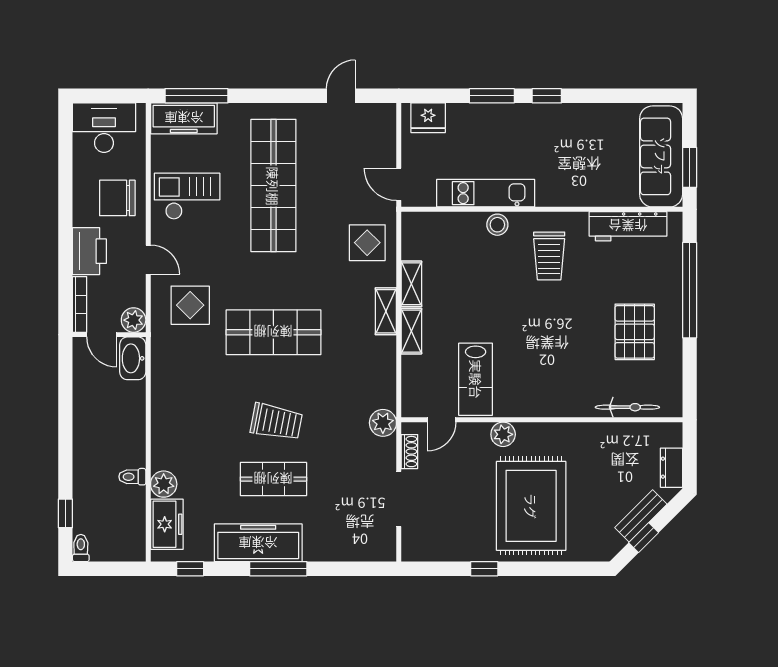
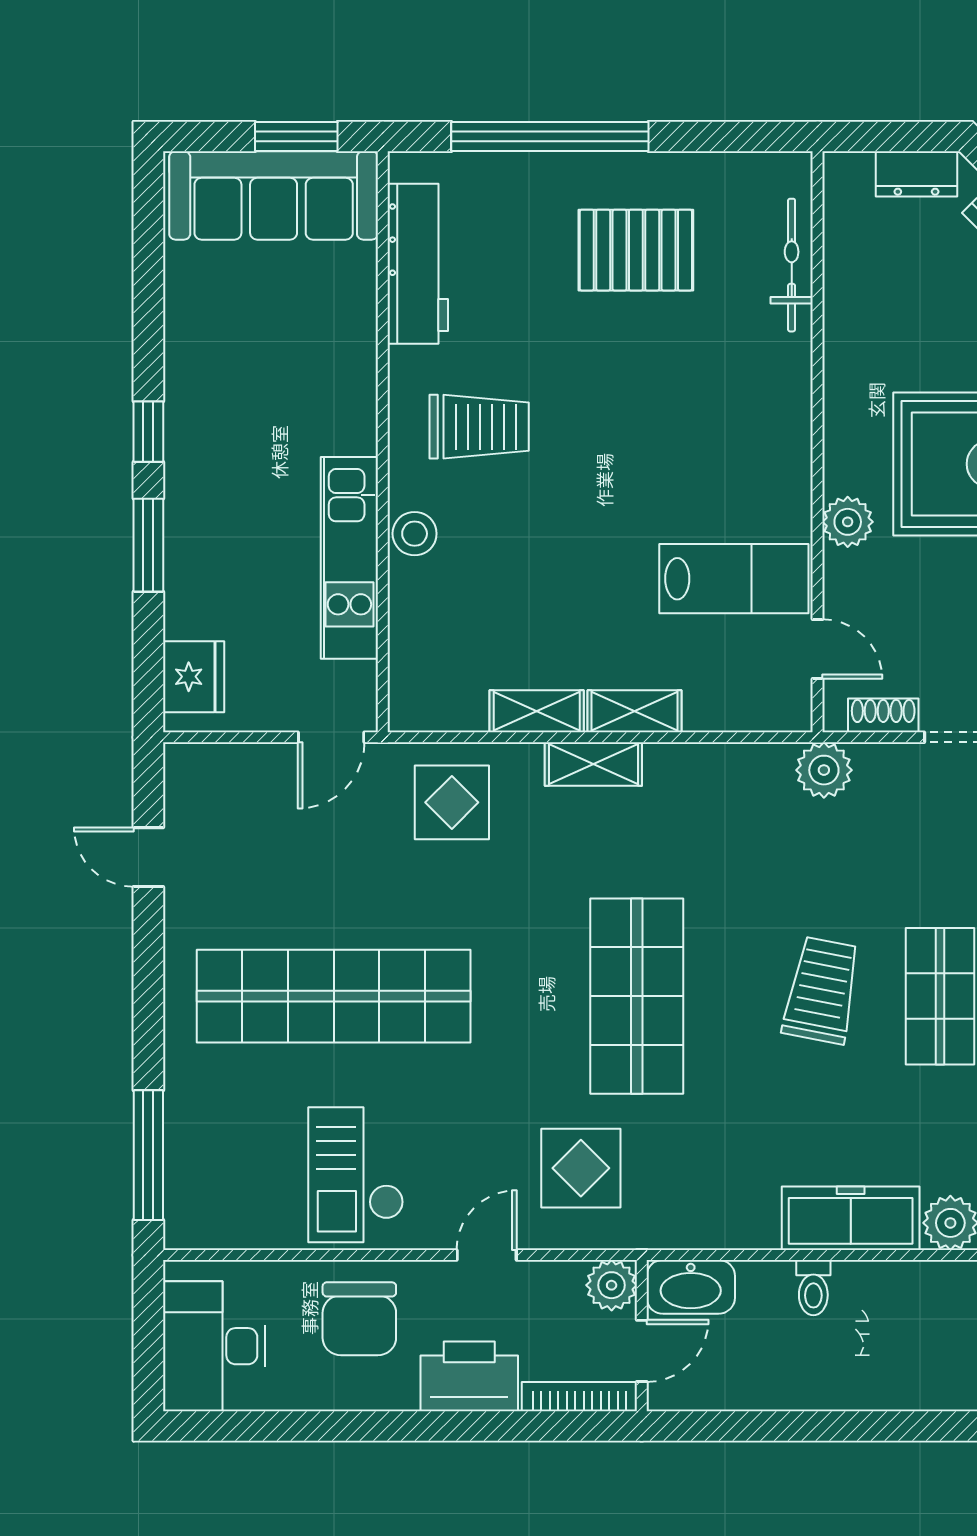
freezer: (184, 118) -> (851, 1218), moved, turned -90
toilet: (132, 477) -> (813, 1288), moved

